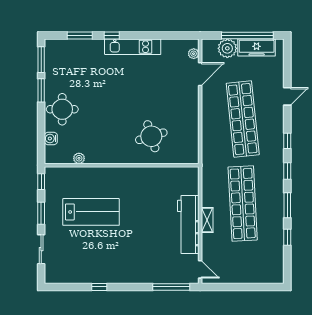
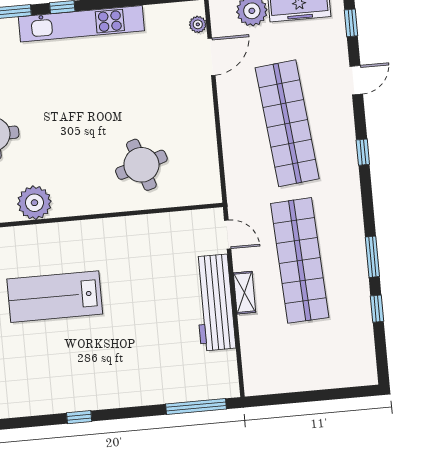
kitchen unit: (133, 47) -> (81, 24), width x1.36
plant: (79, 158) -> (34, 203), width x1.88, depth x1.88
window: (287, 171) -> (351, 23), moved
lab bench: (91, 212) -> (55, 297), turned 180
door: (200, 269) -> (228, 234), moved

